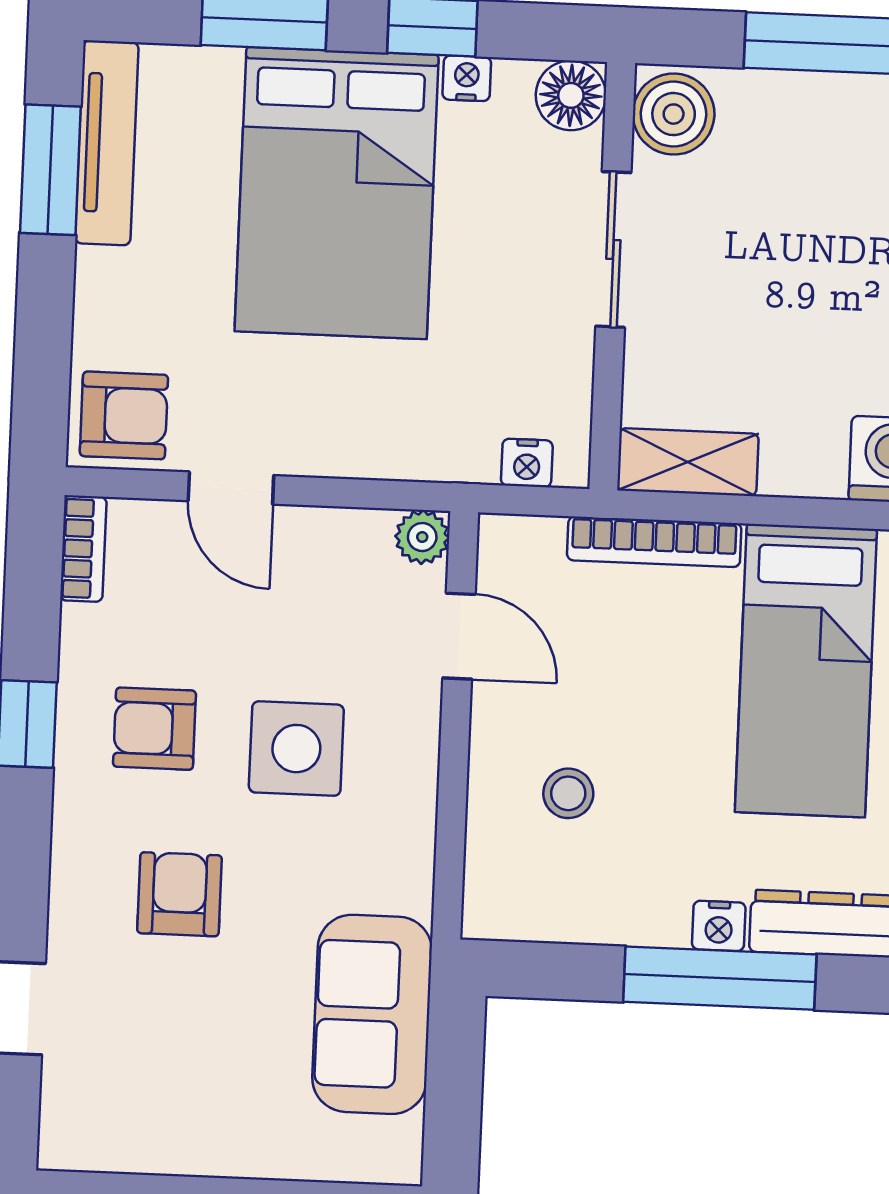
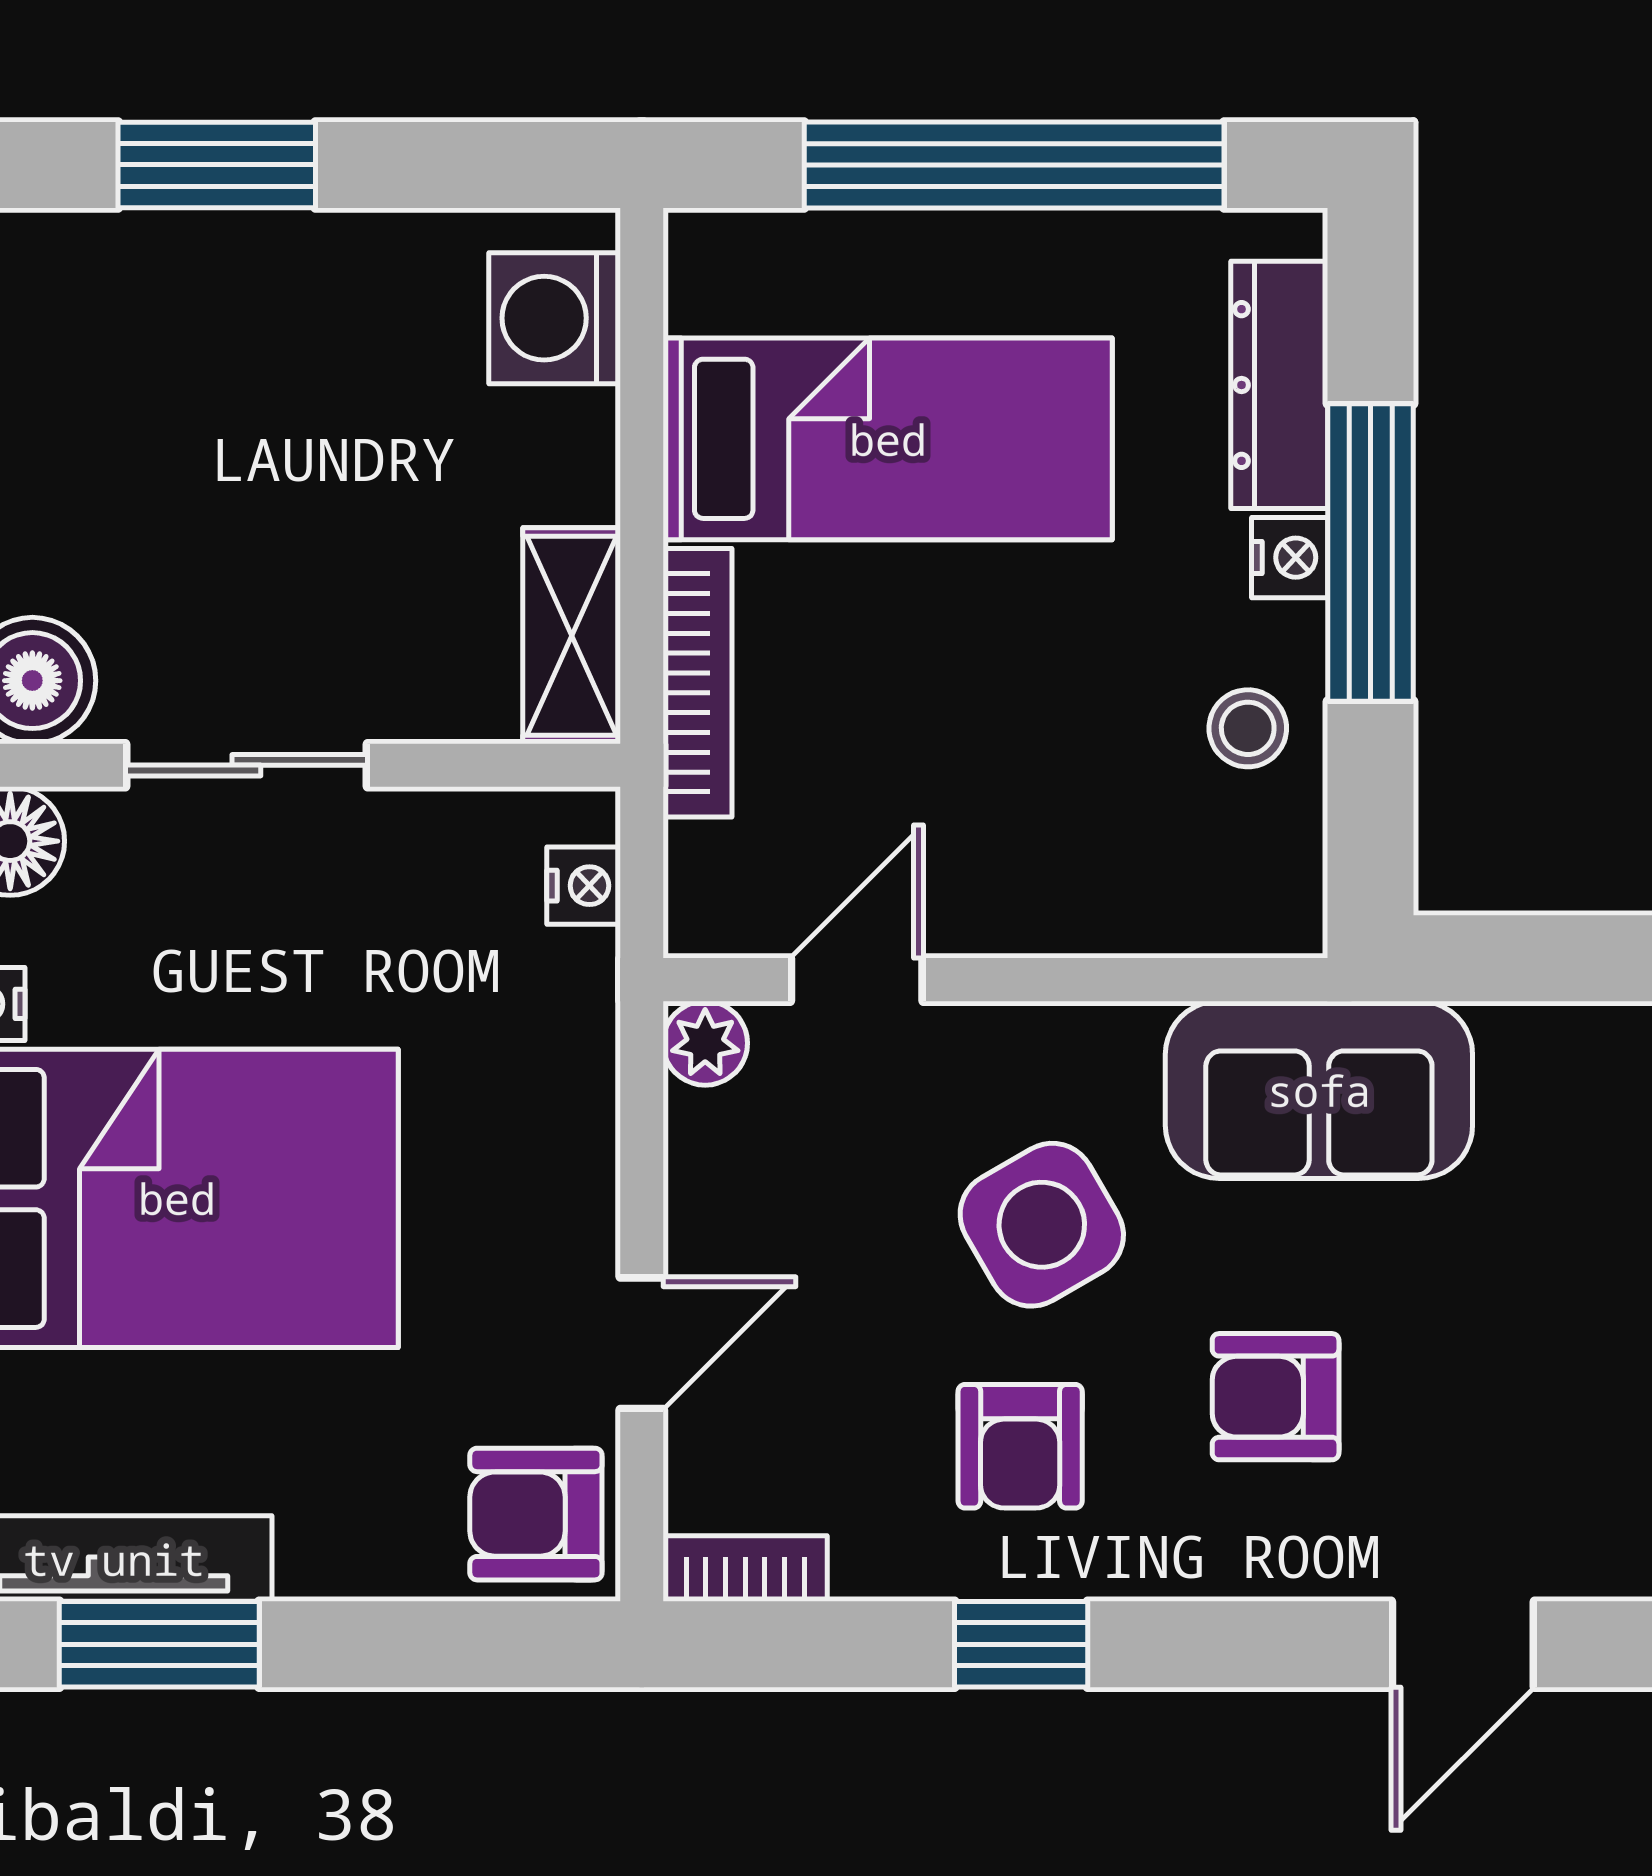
armchair: (124, 415) -> (536, 1514), turned -90
side table: (296, 749) -> (1042, 1225), turned -30
stool: (568, 793) -> (1248, 728), moved
sofa: (372, 1014) -> (1319, 1090), moved

